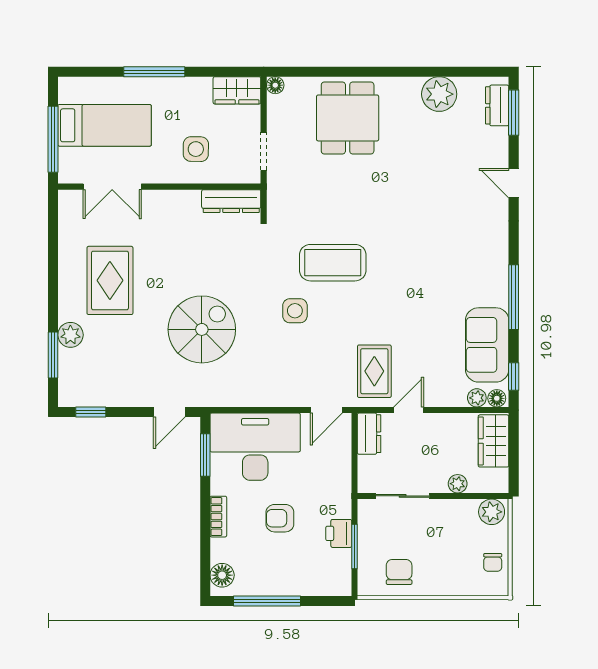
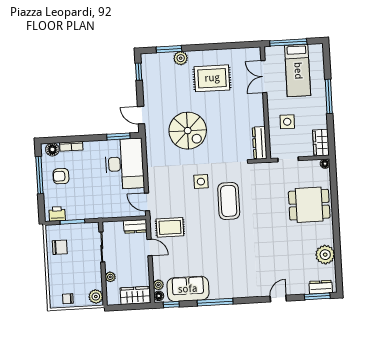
bookcase: (218, 517) -> (71, 146), moved
armchair: (280, 518) -> (61, 176), moved, turned -90
printer: (339, 533) -> (57, 214), moved

